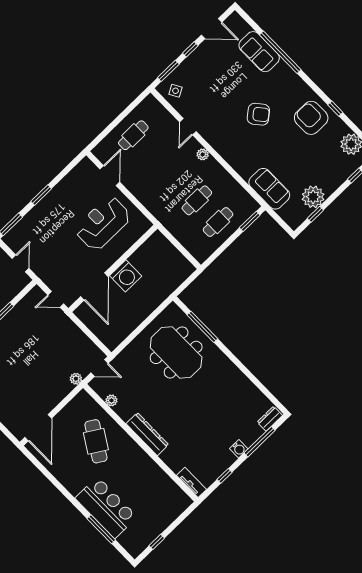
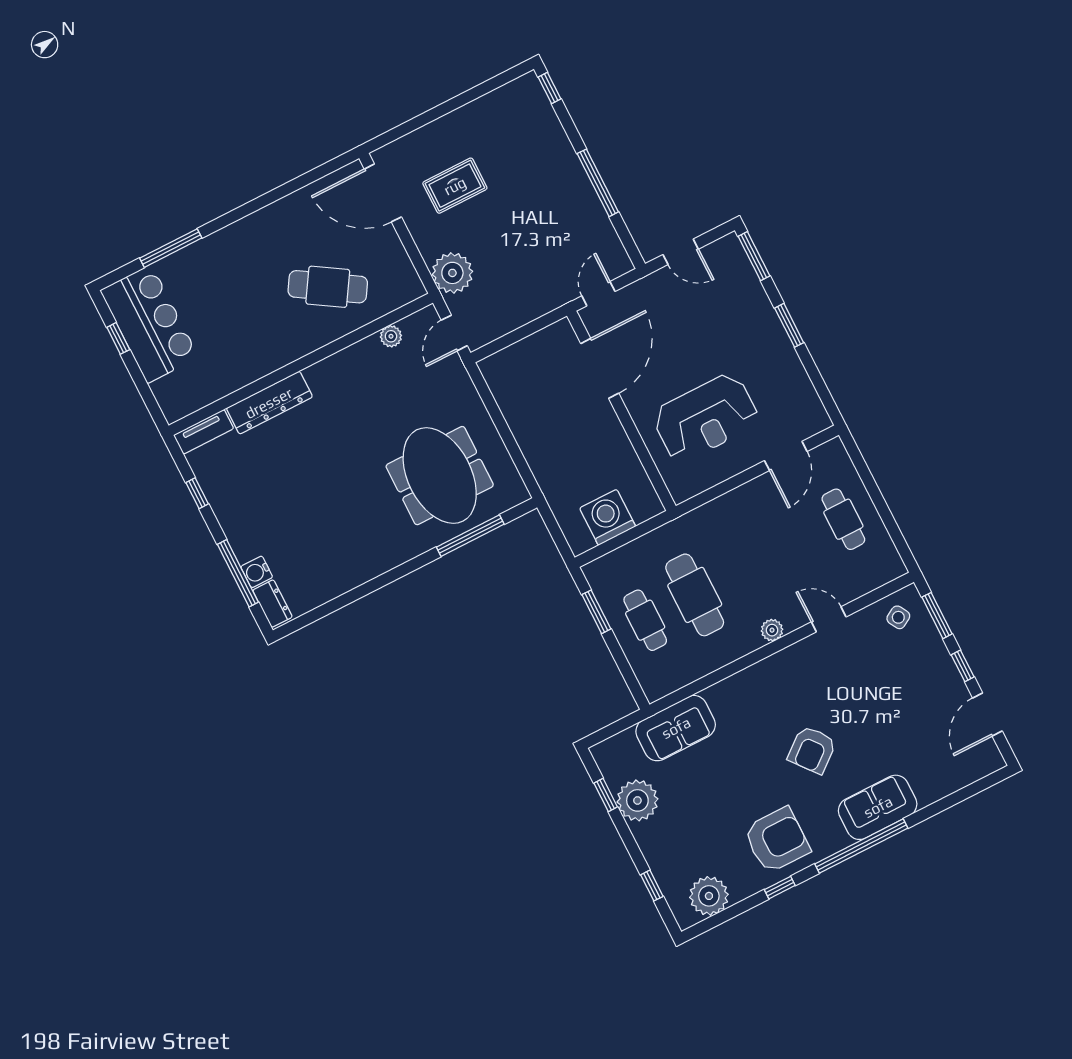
sofa: (259, 52) -> (878, 807), moved
window: (280, 52) -> (861, 846), moved
door: (110, 176) -> (786, 456), hinge flipped
cafe table: (197, 200) -> (695, 595), width x1.37, depth x1.35
window: (250, 221) -> (596, 612), moved
reception desk: (103, 223) -> (706, 418), turned 90
washing machine: (126, 276) -> (608, 517), moved, turned 90
door: (94, 287) -> (600, 368), swing flipped
meeting table: (176, 352) -> (440, 476), turned 90
plant: (76, 379) -> (452, 273), width x1.87, depth x1.87
rug: (23, 392) -> (455, 186), added
dresser: (147, 434) -> (269, 403), moved
water cooler: (239, 449) -> (257, 572), moved
bar counter: (106, 507) -> (149, 324), moved, turned -90

